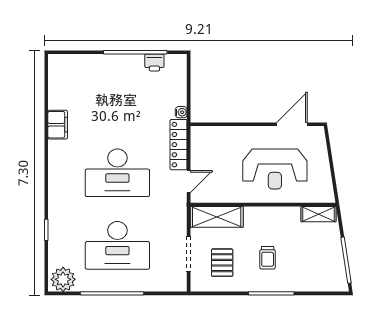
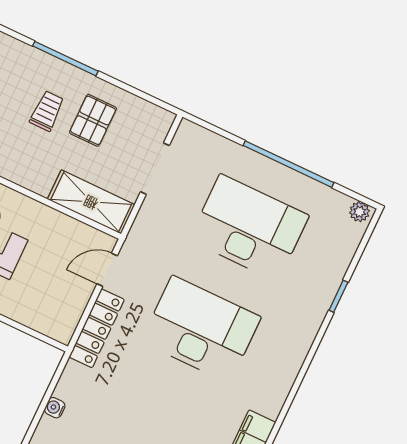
water cooler: (181, 112) -> (55, 408), moved
pallet: (222, 263) -> (93, 120), moved
plant: (63, 279) -> (360, 212), width x0.53, depth x0.53

